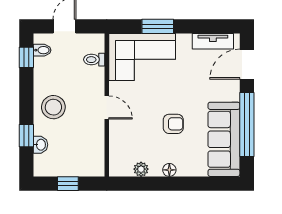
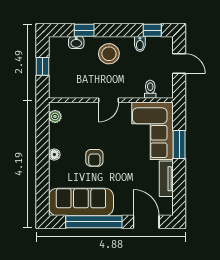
tv unit: (213, 41) -> (166, 179), moved
bidet: (42, 50) -> (140, 44), moved
plant: (141, 169) -> (55, 116), moved

